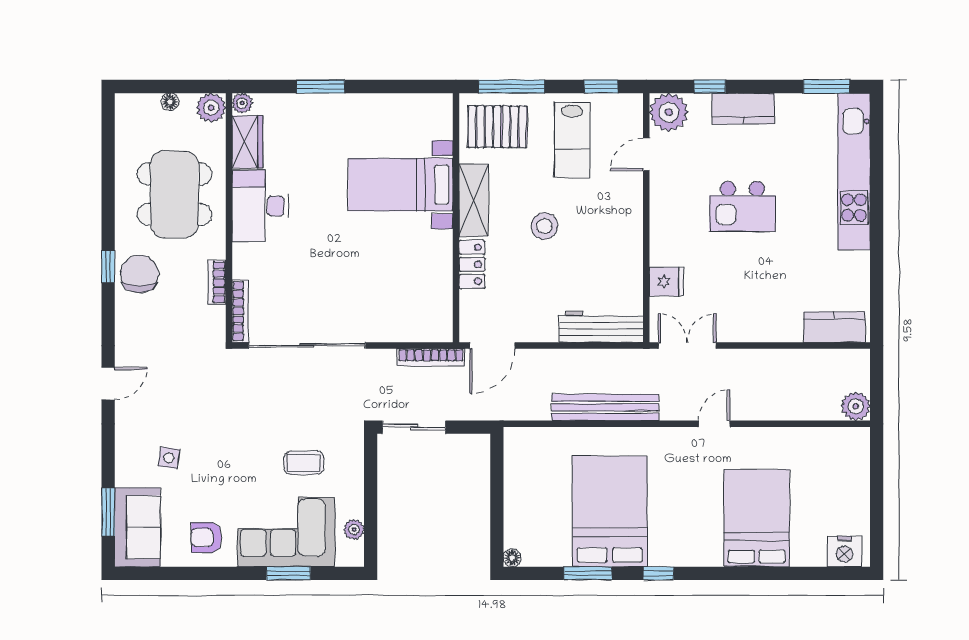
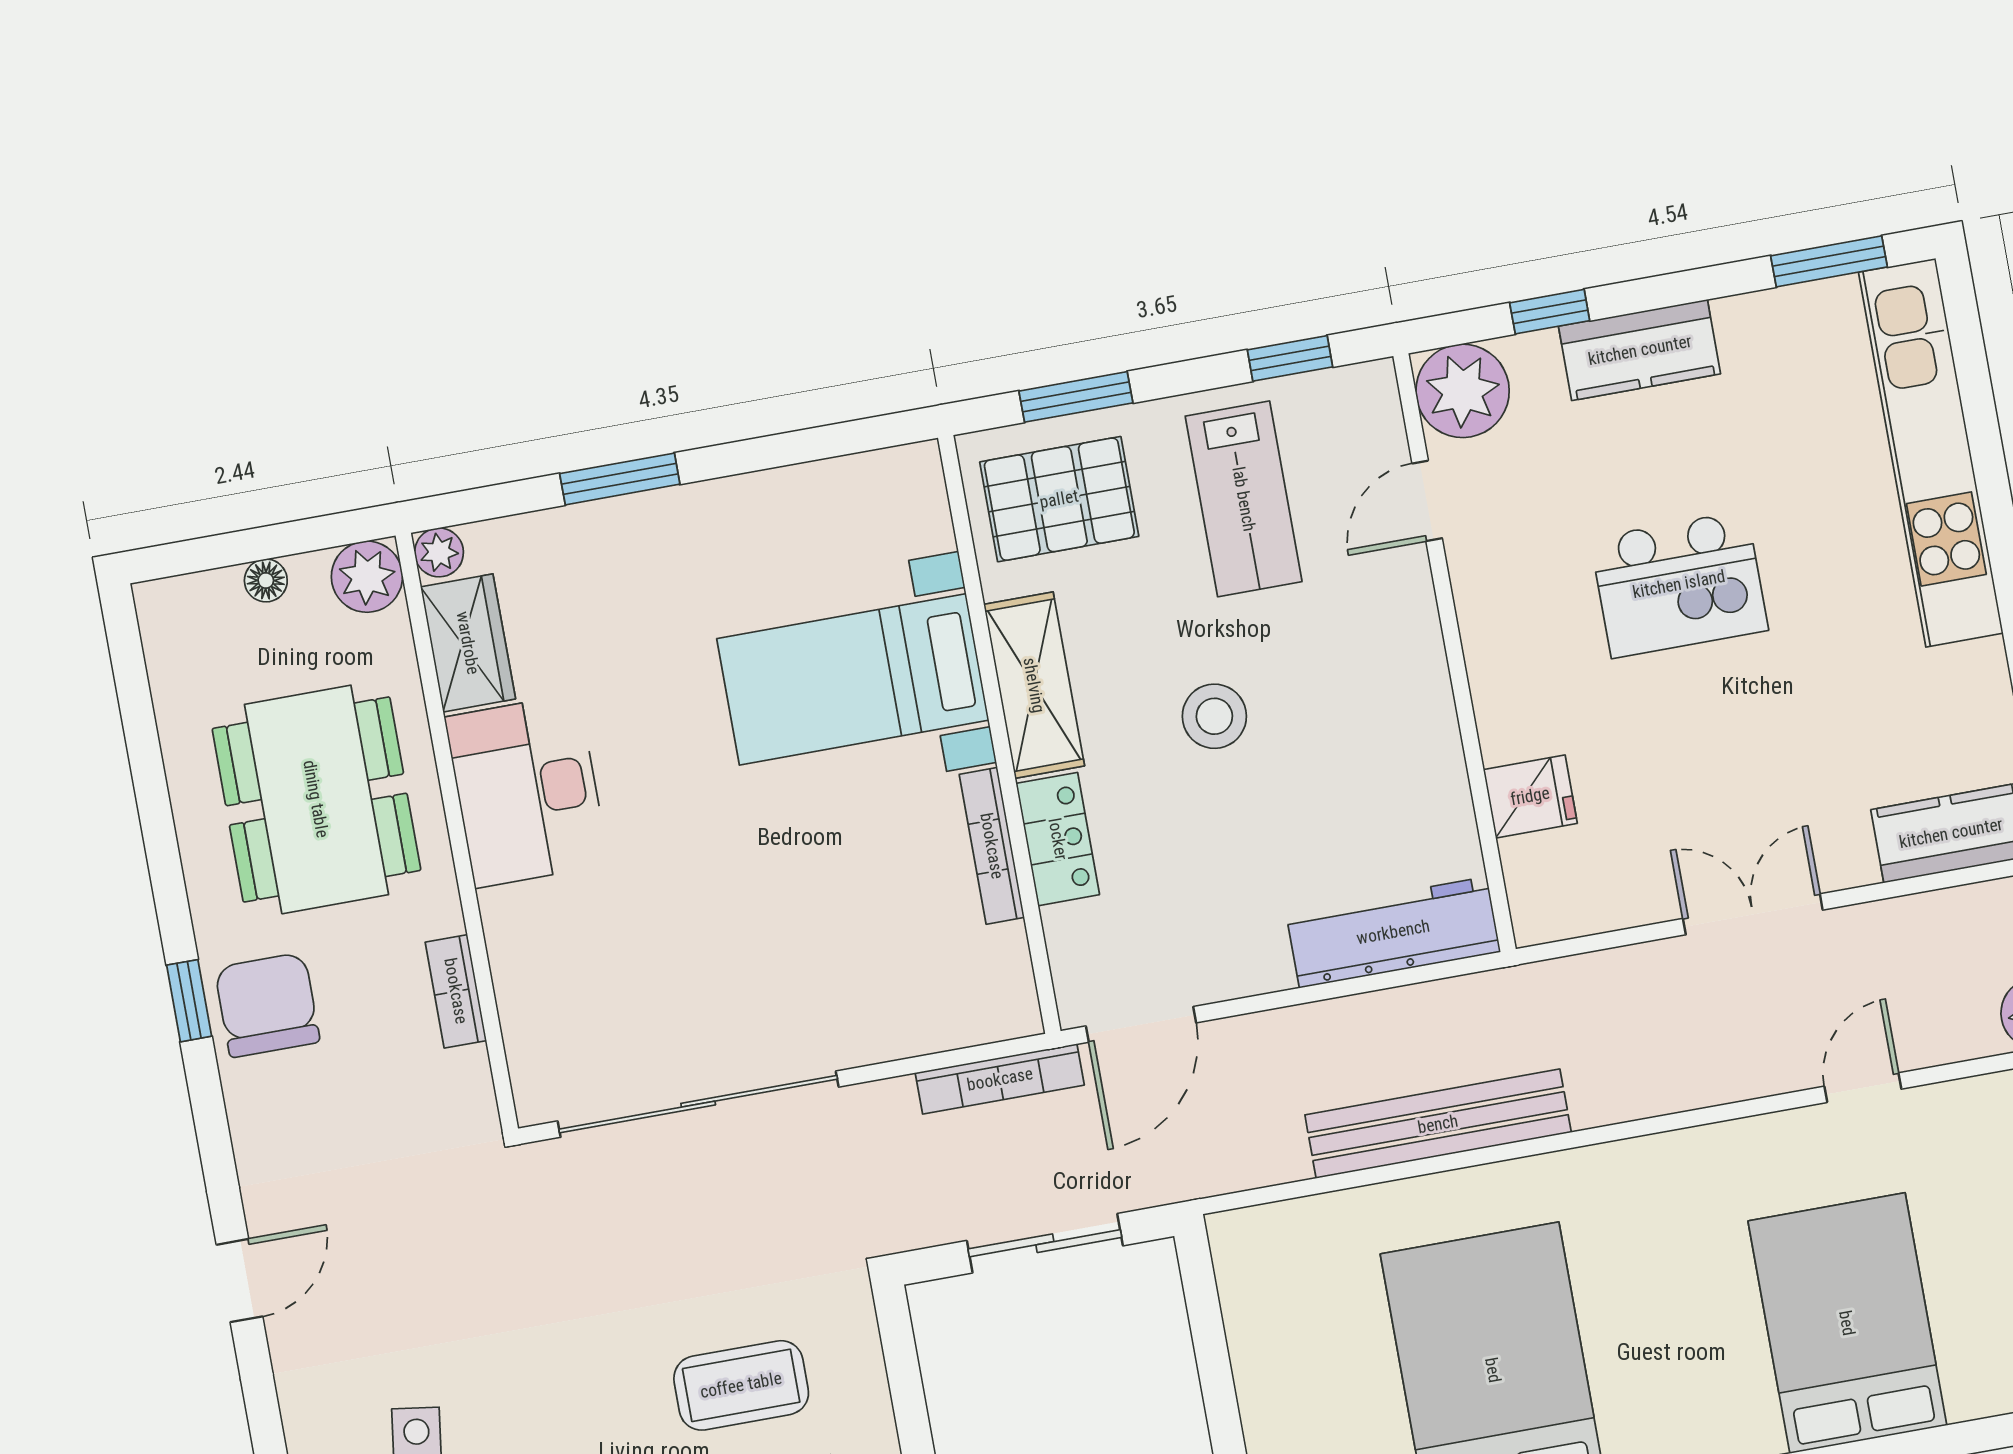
window: (512, 86) -> (1076, 397), width x0.69
bookcase: (240, 311) -> (992, 846), moved, turned 180
double door: (687, 346) -> (1753, 914), moved
door: (714, 424) -> (1863, 1088), moved
sliding door: (414, 427) -> (1045, 1243), moved
coffee table: (304, 463) -> (741, 1385), width x1.36, depth x1.30

